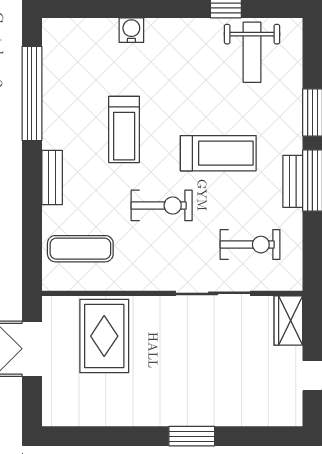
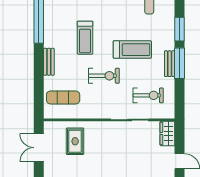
rug: (104, 336) -> (75, 141), width x0.73, depth x0.70

